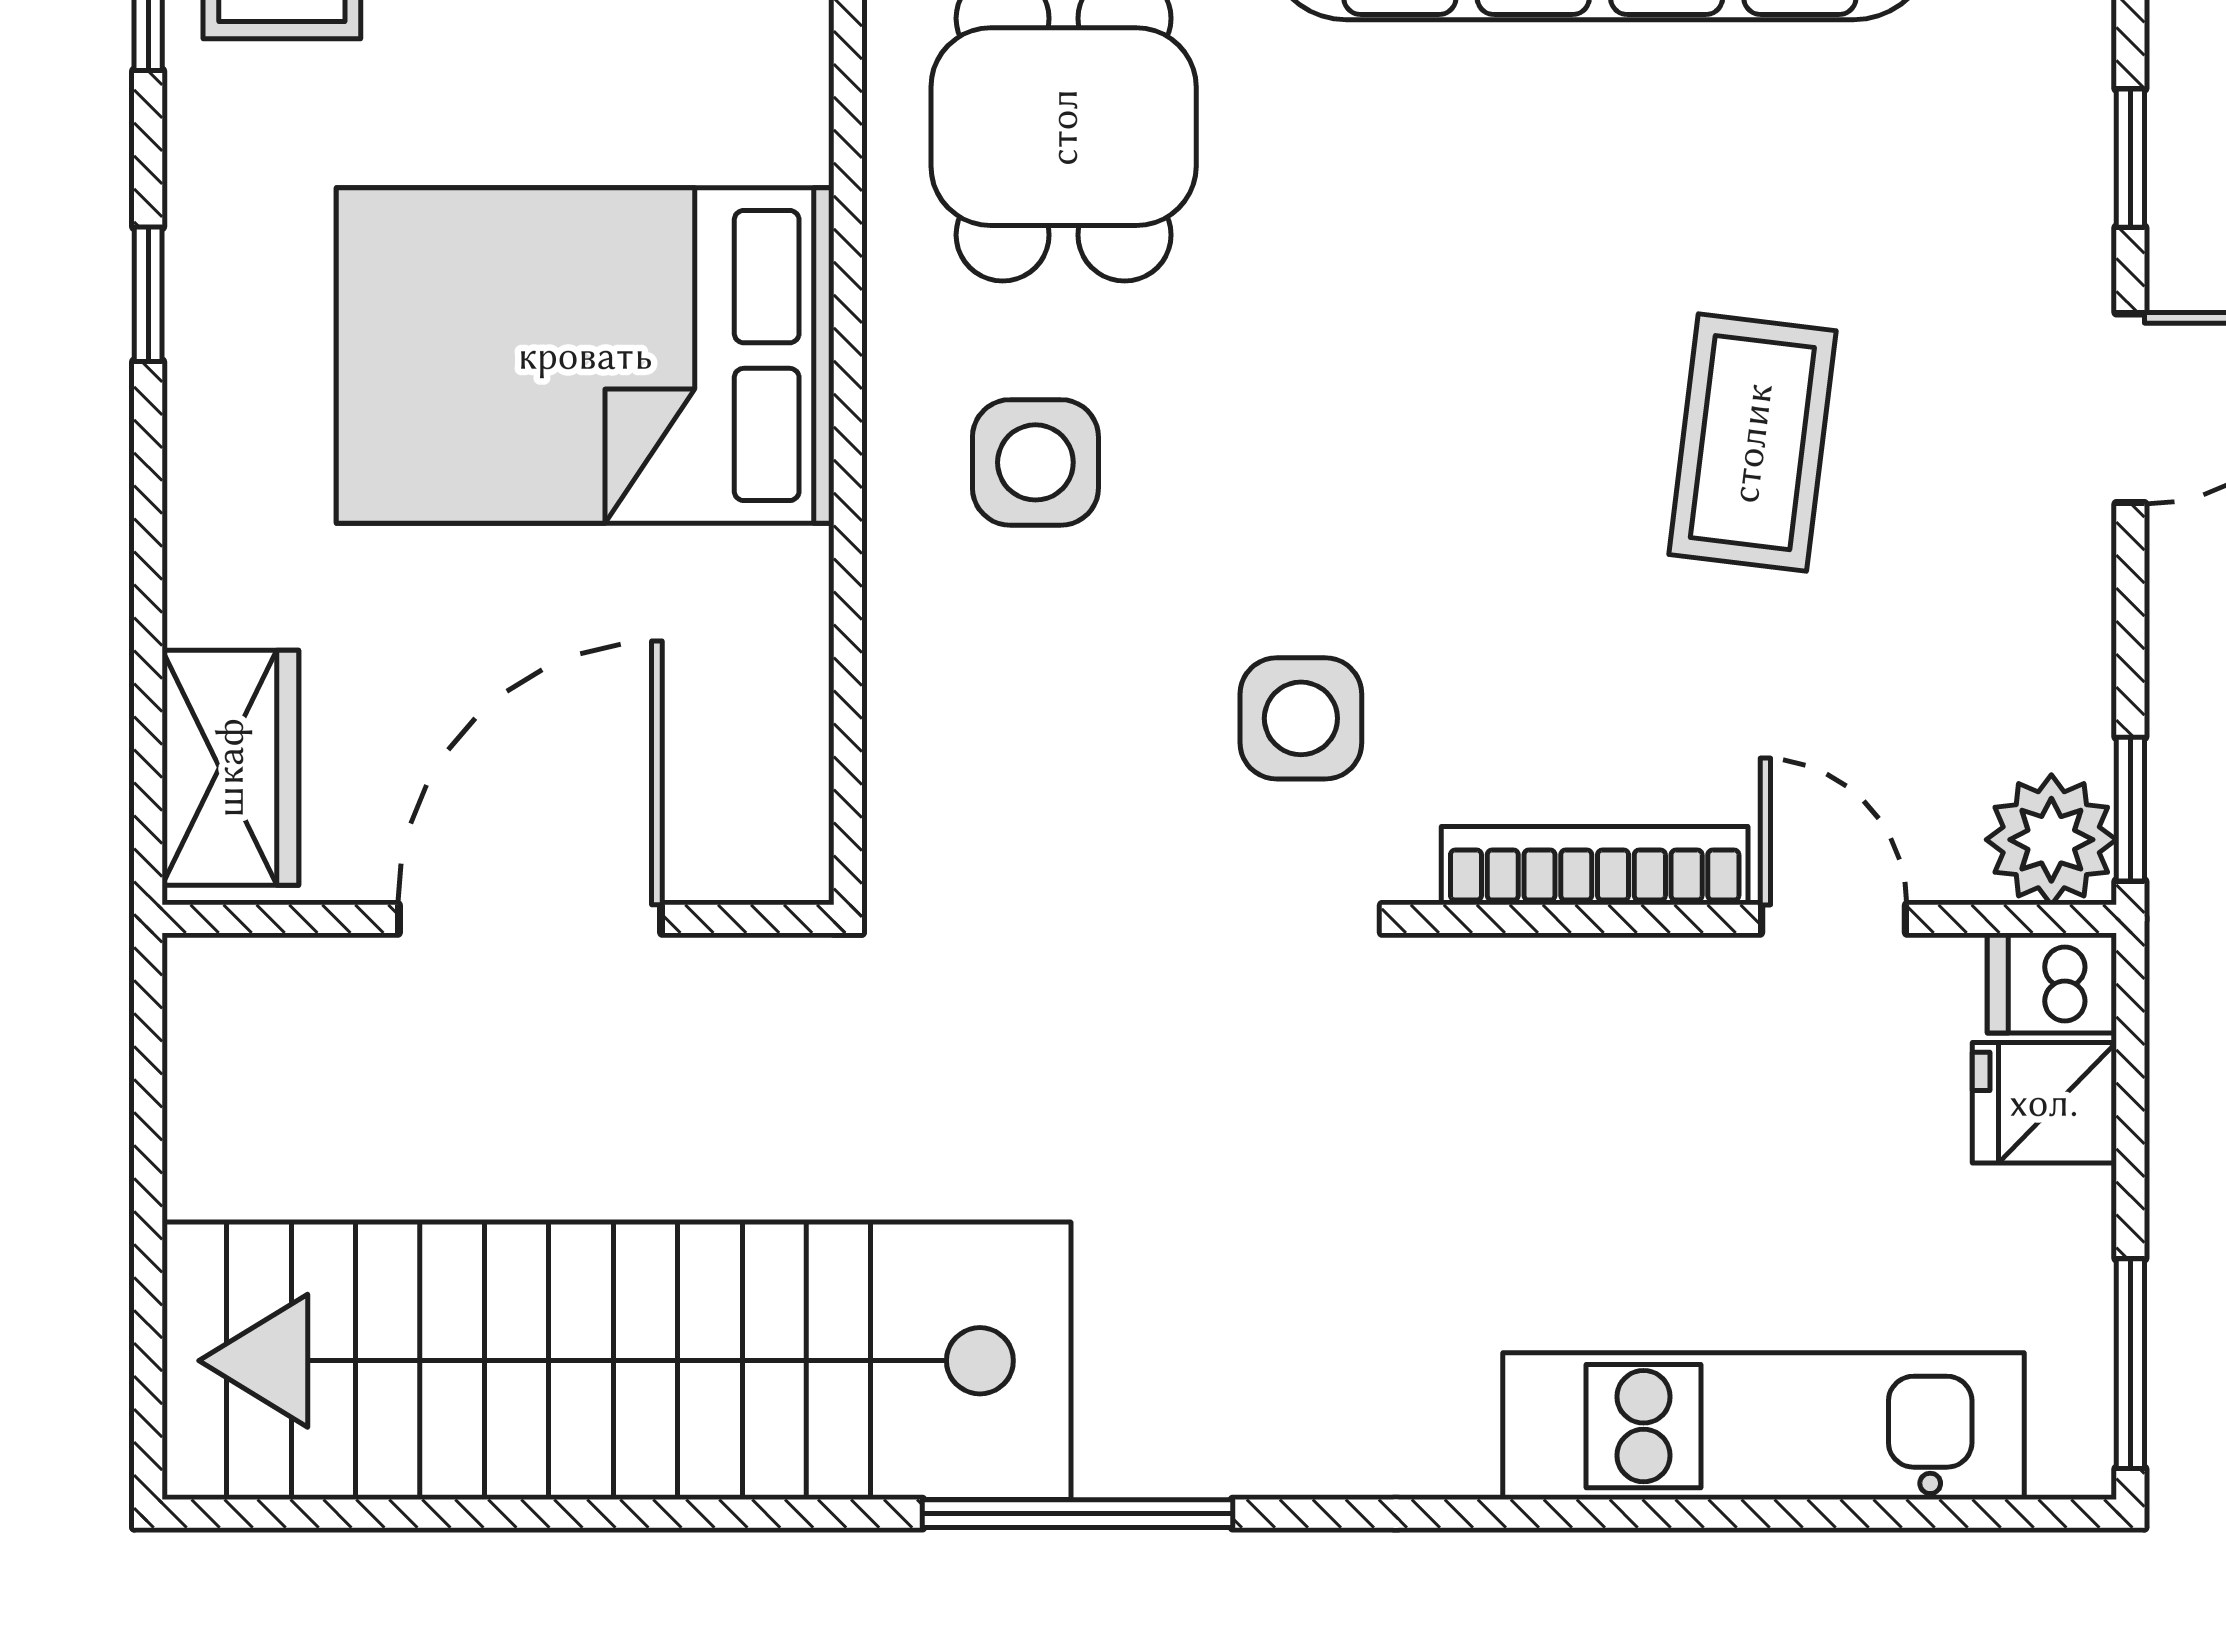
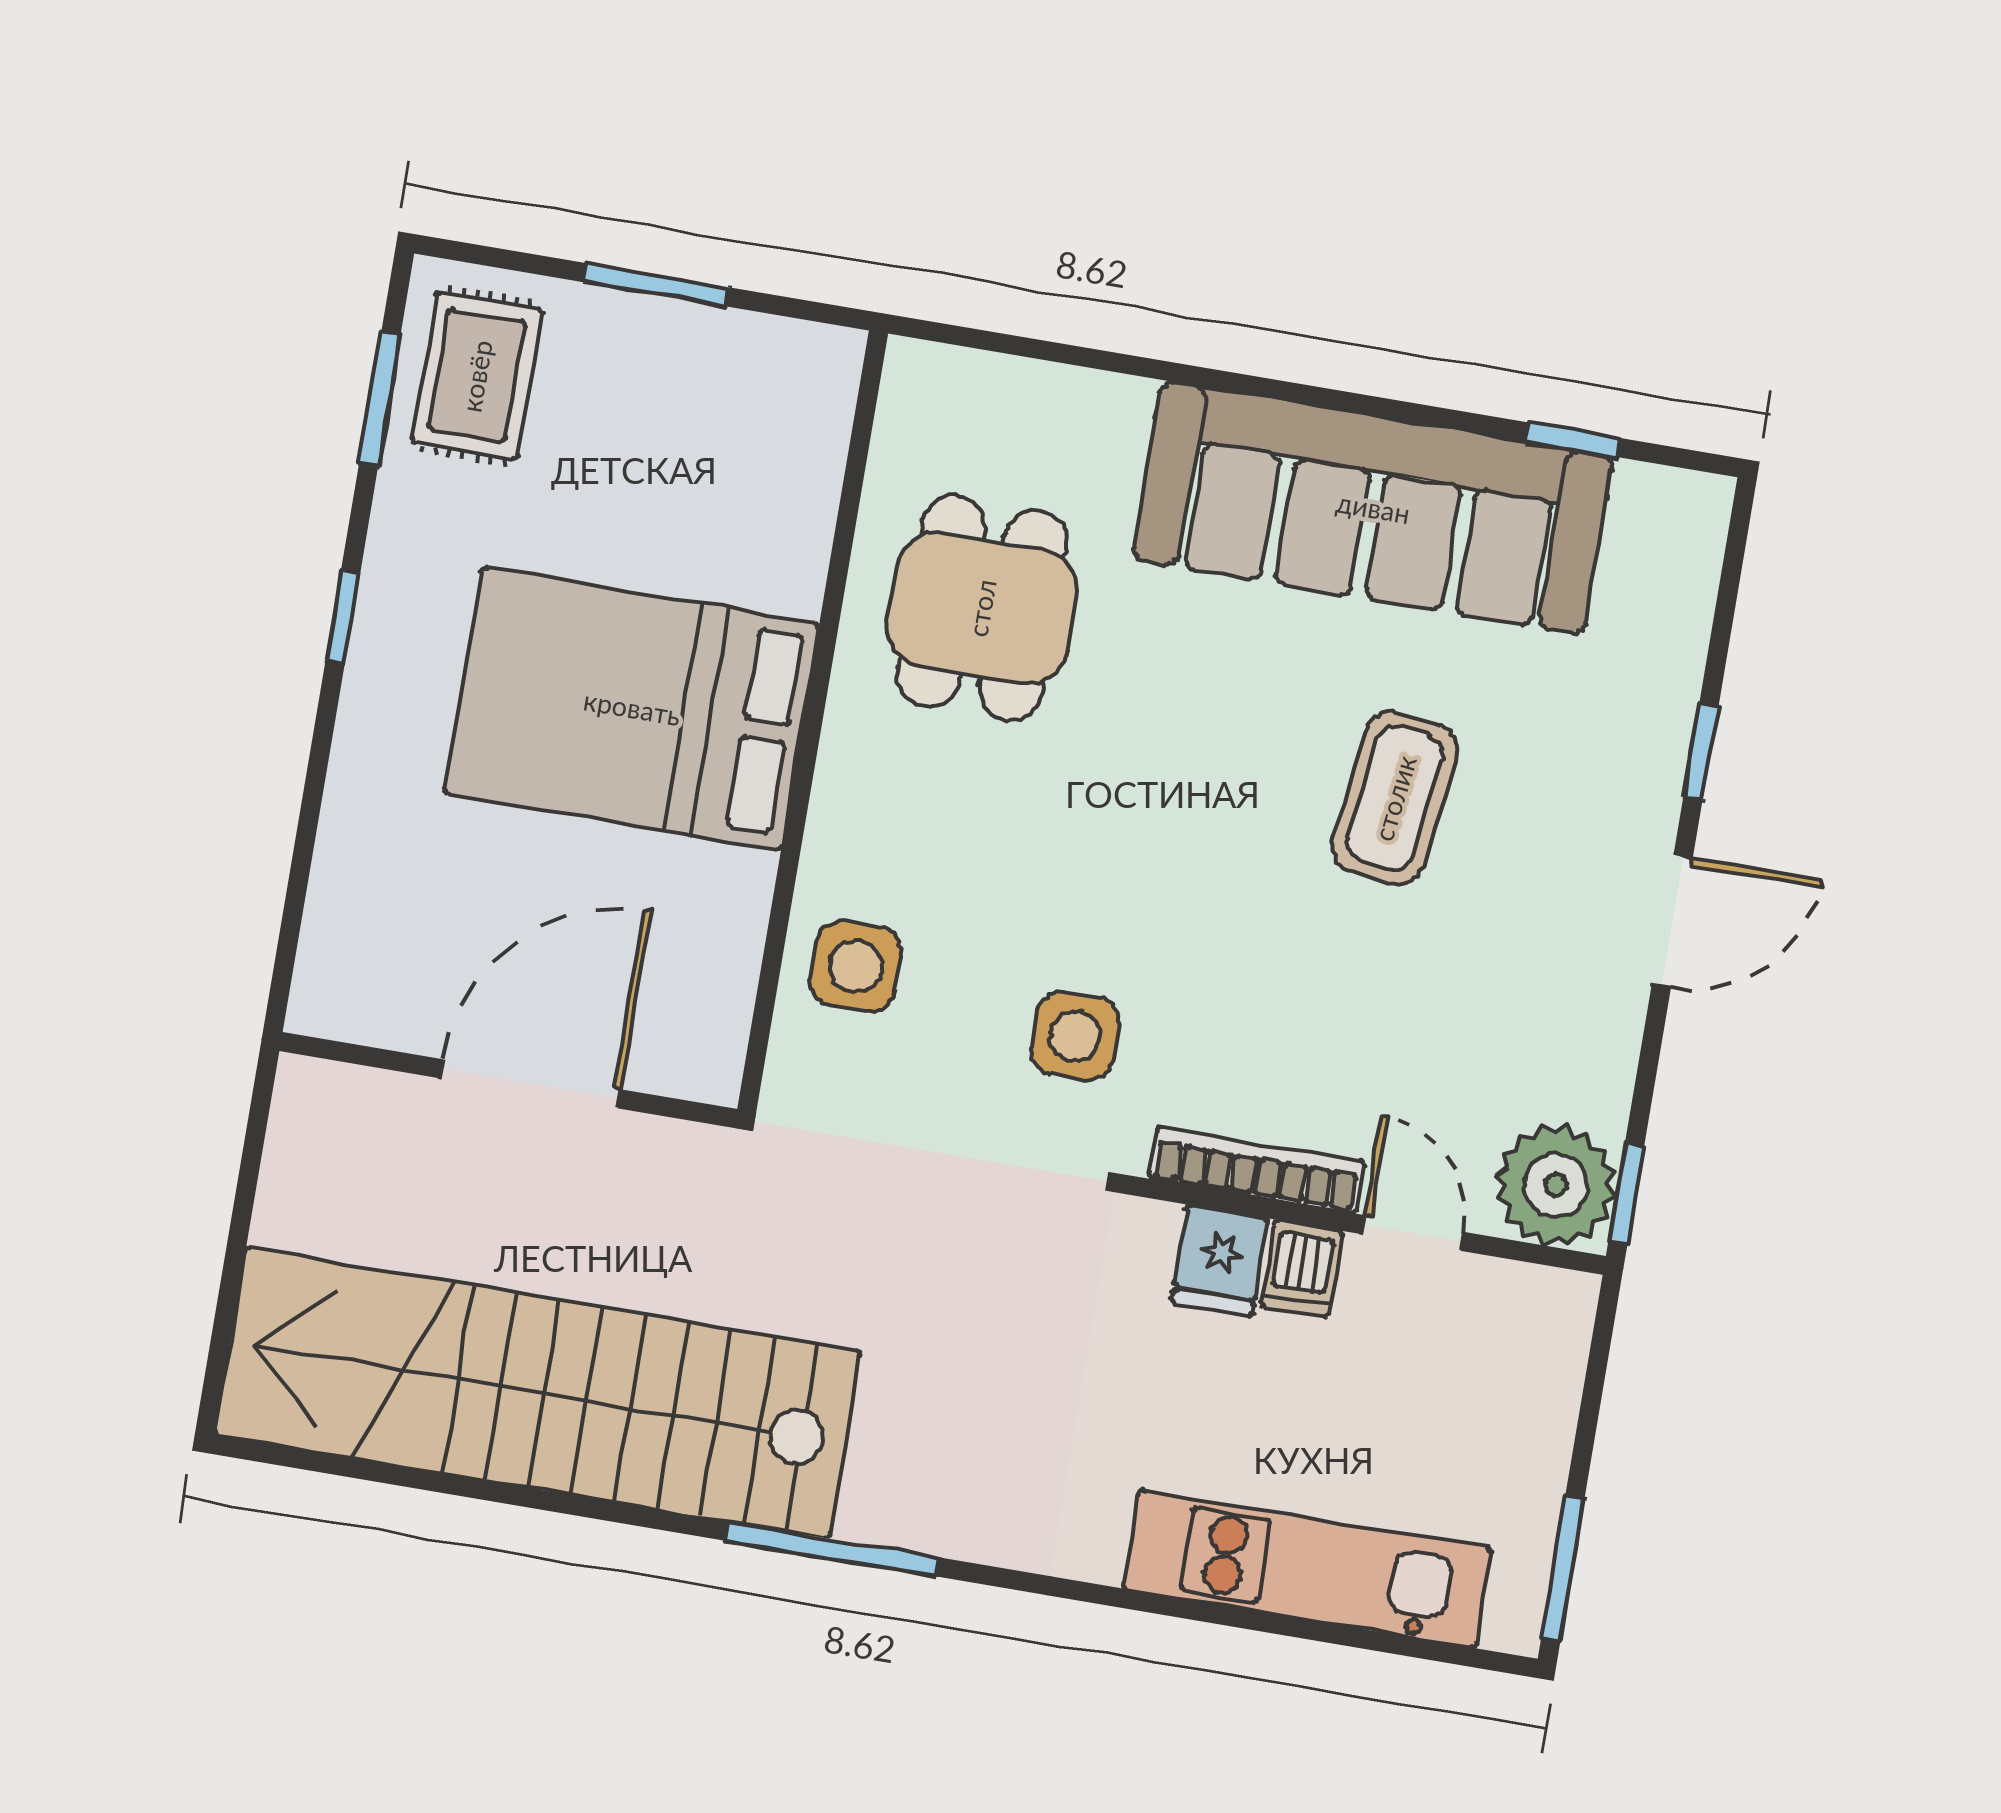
coffee table: (1752, 443) -> (1395, 798), moved
side table: (1035, 462) -> (856, 967), moved
wardrobe: (230, 768) -> (344, 947), removed
plant: (2051, 840) -> (1556, 1186), width x1.36, depth x1.36
dishwasher: (2052, 983) -> (1302, 1269), moved, turned -90
fridge: (2044, 1103) -> (1220, 1260), moved, turned -90

